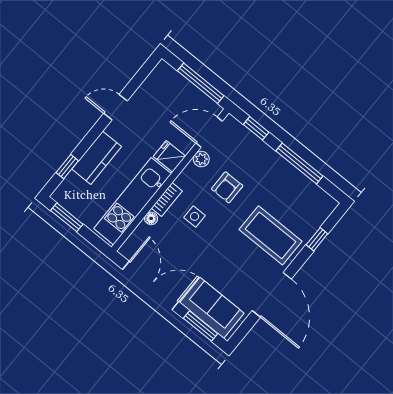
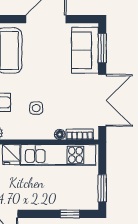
kitchen counter: (97, 158) -> (49, 200), removed
bookcase: (167, 199) -> (80, 134), moved
double door: (151, 286) -> (102, 100), swing flipped

